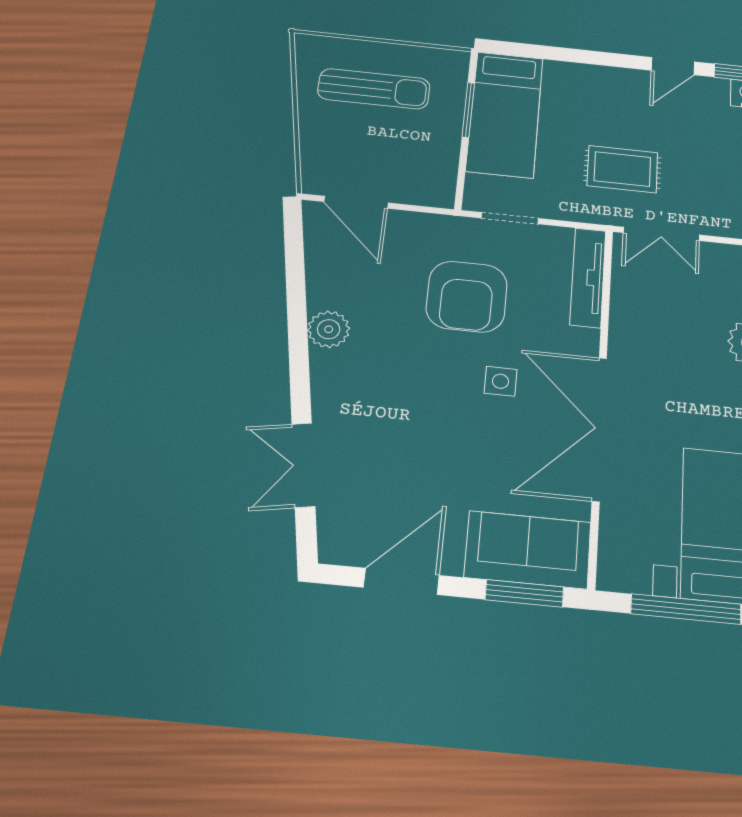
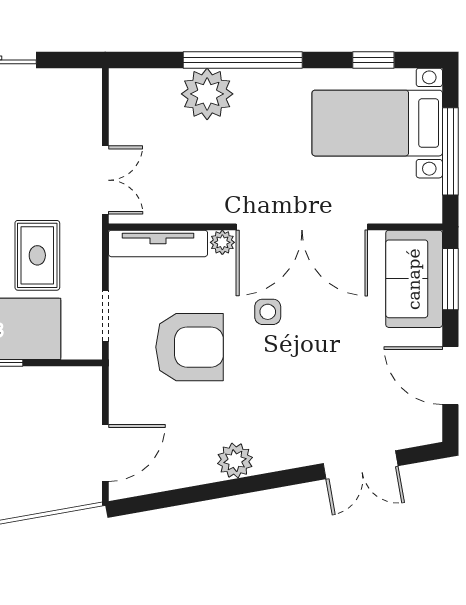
rug: (622, 169) -> (37, 255), moved
plant: (585, 342) -> (222, 242), added

